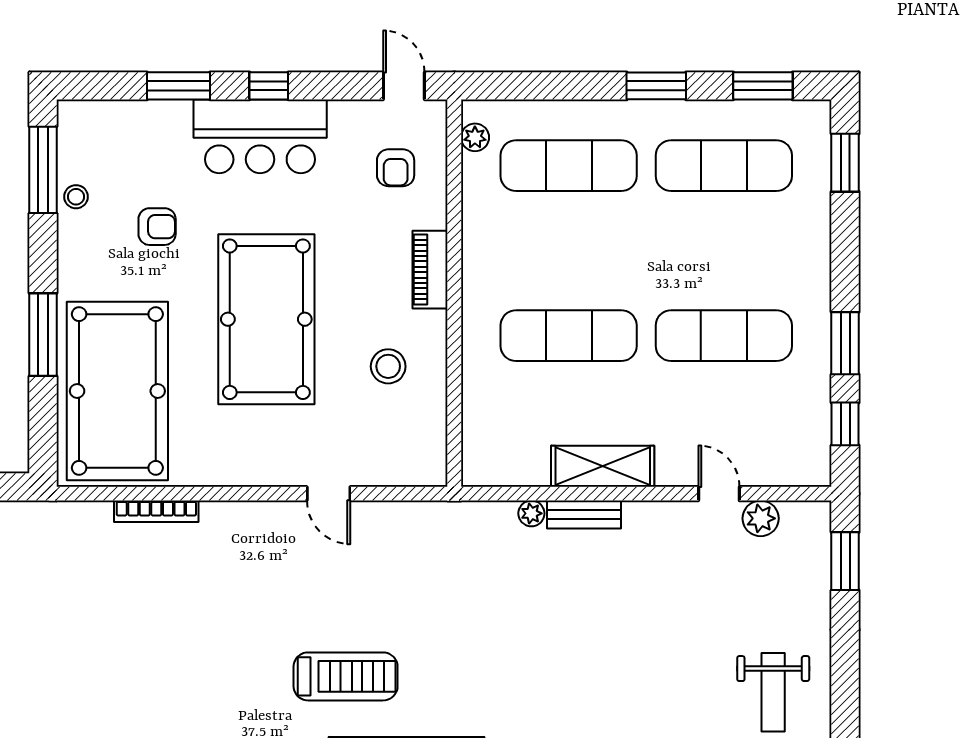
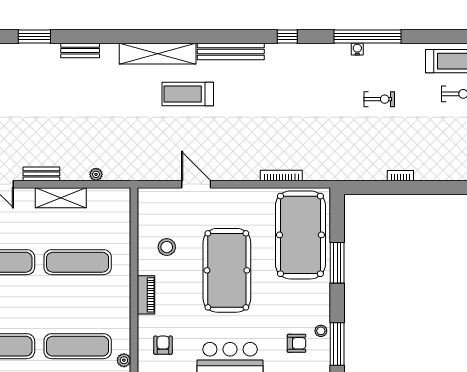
armchair: (157, 227) -> (297, 343), moved, turned 180
door: (329, 494) -> (196, 184), width x1.38
bench: (584, 515) -> (41, 174), moved

